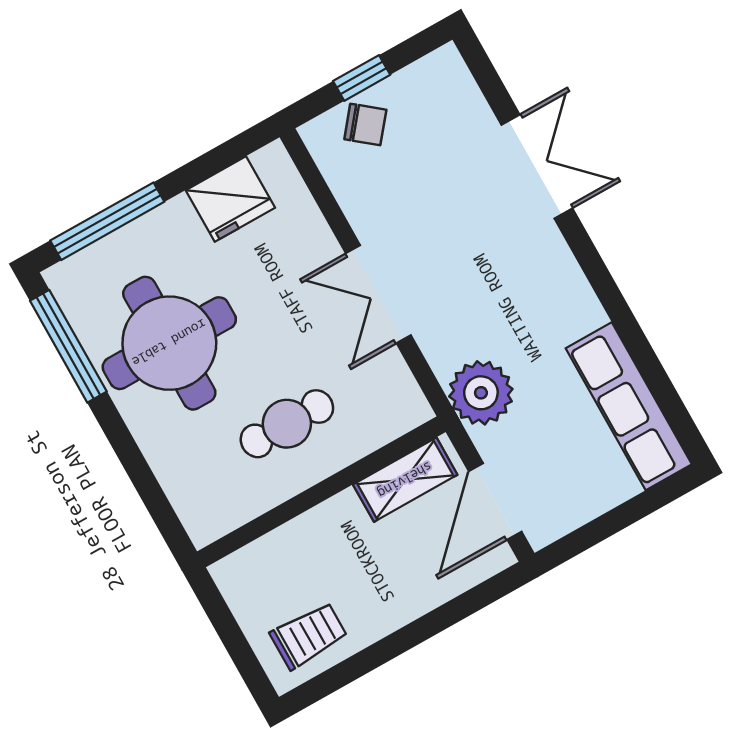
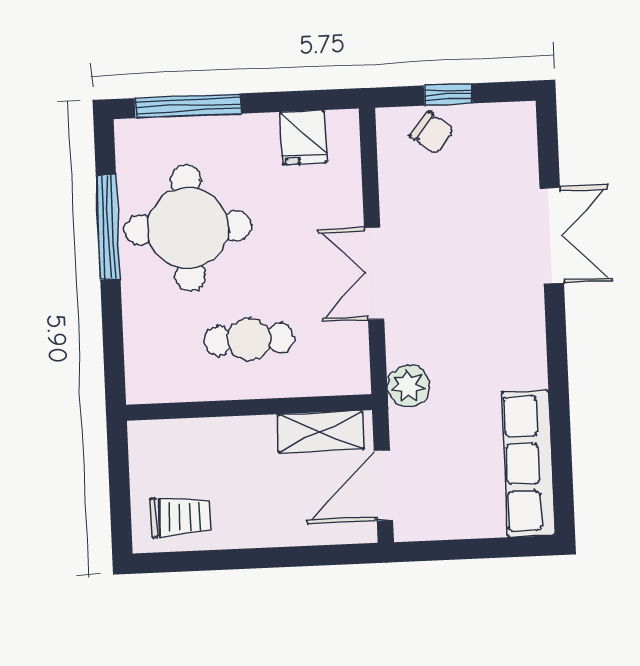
fridge: (230, 199) -> (303, 137), width x0.72
window: (68, 346) -> (108, 227), moved
plant: (481, 393) -> (408, 386), width x0.73, depth x0.73

